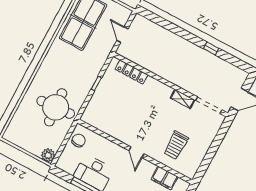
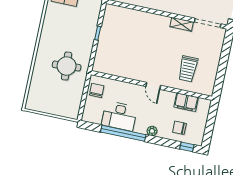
locker: (131, 72) -> (127, 13), removed
round table: (56, 107) -> (67, 66), width x0.73, depth x0.73
plant: (48, 155) -> (72, 112), removed

